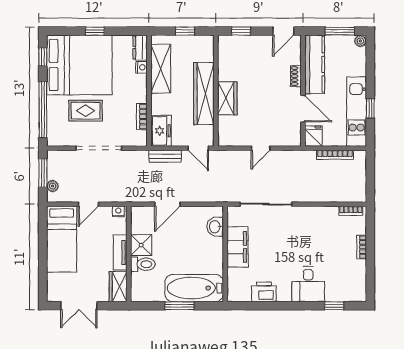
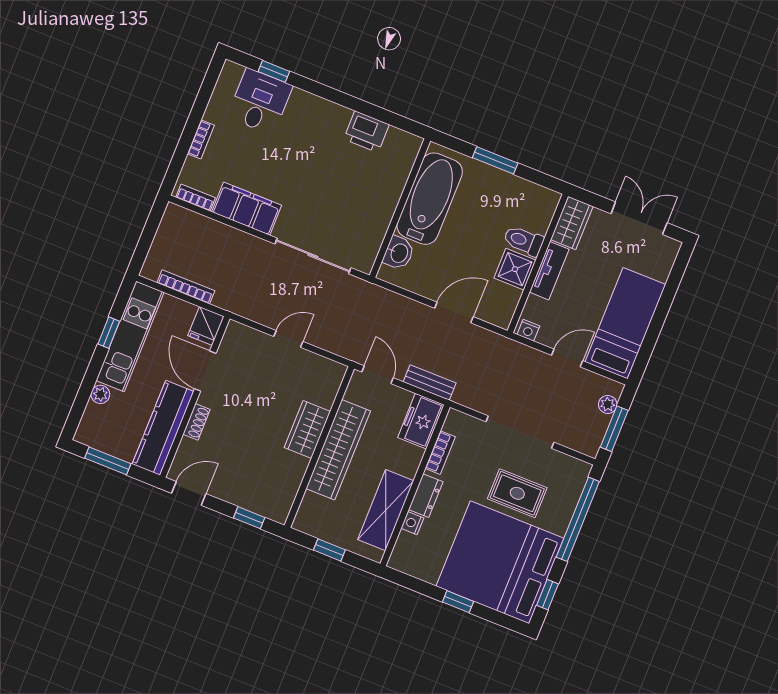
plant: (360, 41) -> (100, 394), moved
dresser: (140, 48) -> (426, 496), moved
filing cabinet: (238, 247) -> (247, 209), moved, turned 90
desk: (308, 284) -> (260, 102), moved
bathtub: (194, 288) -> (430, 199), moved, turned -90

